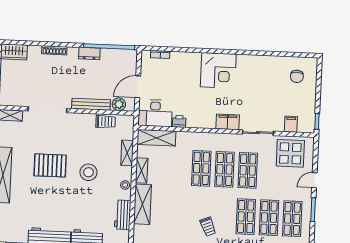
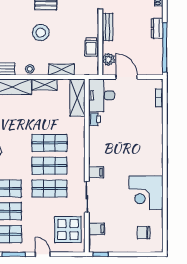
corner desk: (218, 70) -> (146, 193), moved
bench: (91, 104) -> (107, 27), width x0.73
filing cabinet: (228, 122) -> (96, 172), width x0.50

